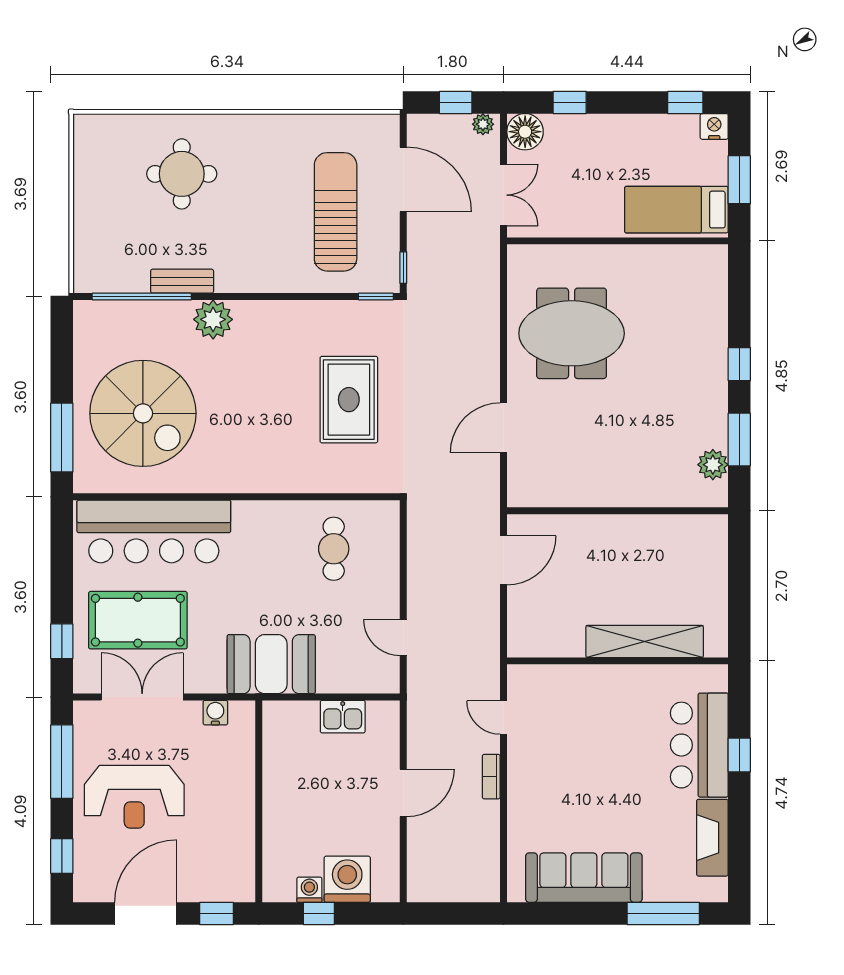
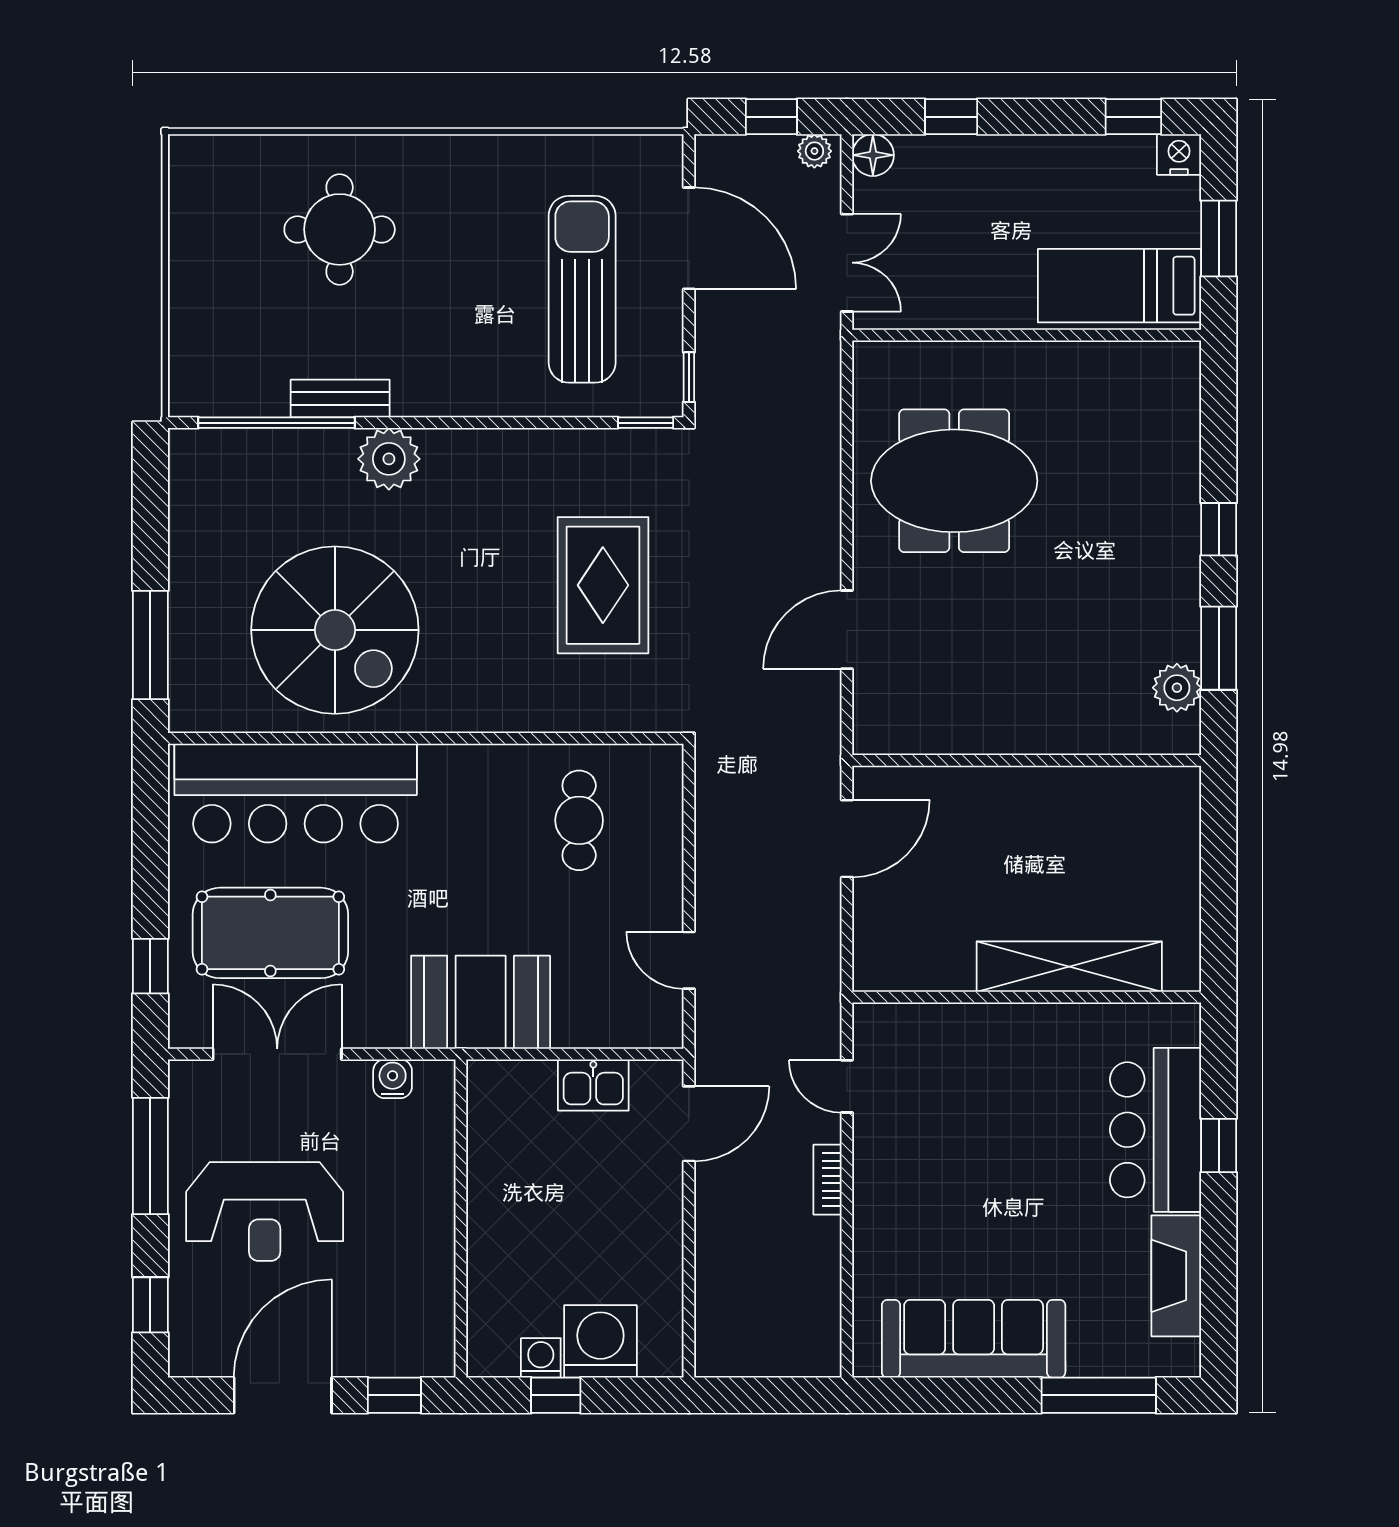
floor lamp: (525, 132) -> (873, 155), width x0.73, depth x0.73
spiral stairs: (143, 413) -> (335, 630), moved
door: (403, 793) -> (689, 1124), moved

